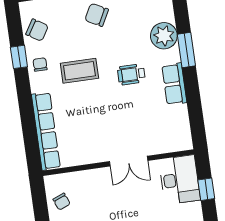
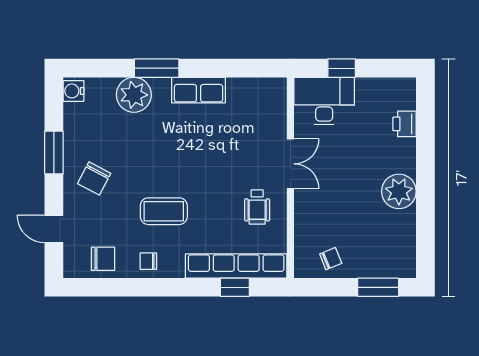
chair: (37, 30) -> (103, 259), turned 58
window: (19, 57) -> (235, 287), moved
coffee table: (79, 71) -> (164, 211), turned 90
wheelchair: (131, 74) -> (257, 207), moved

